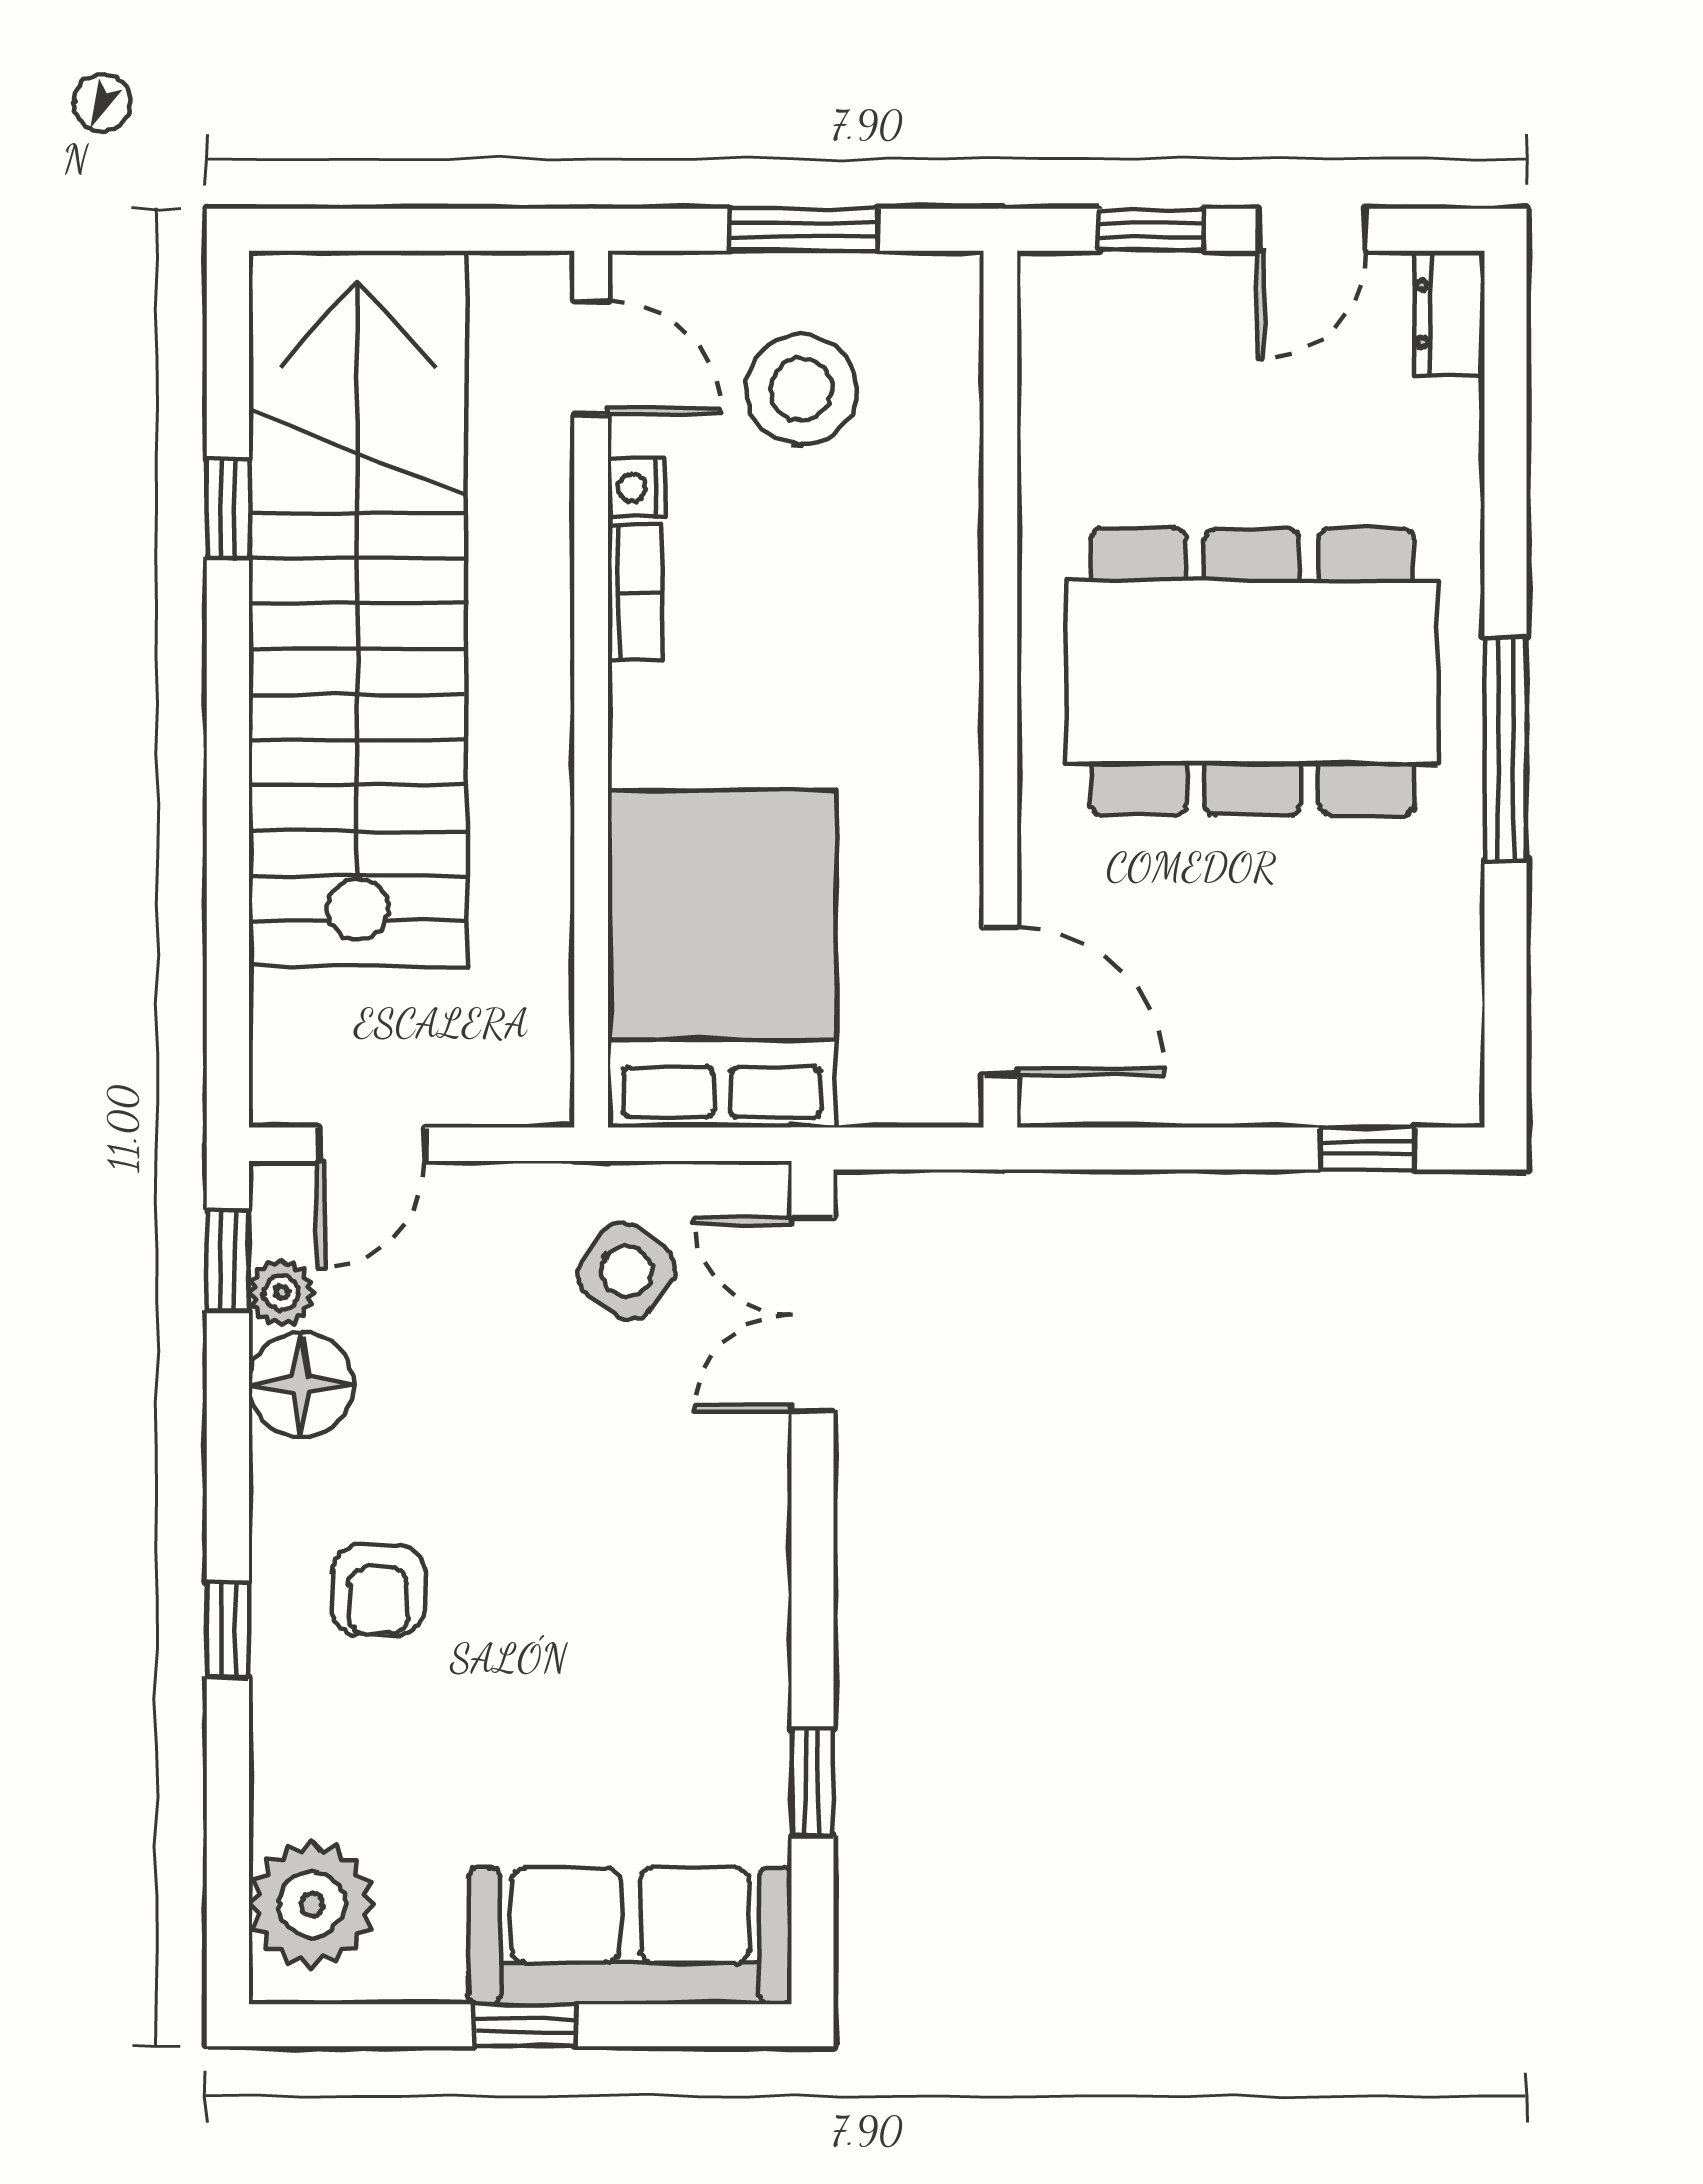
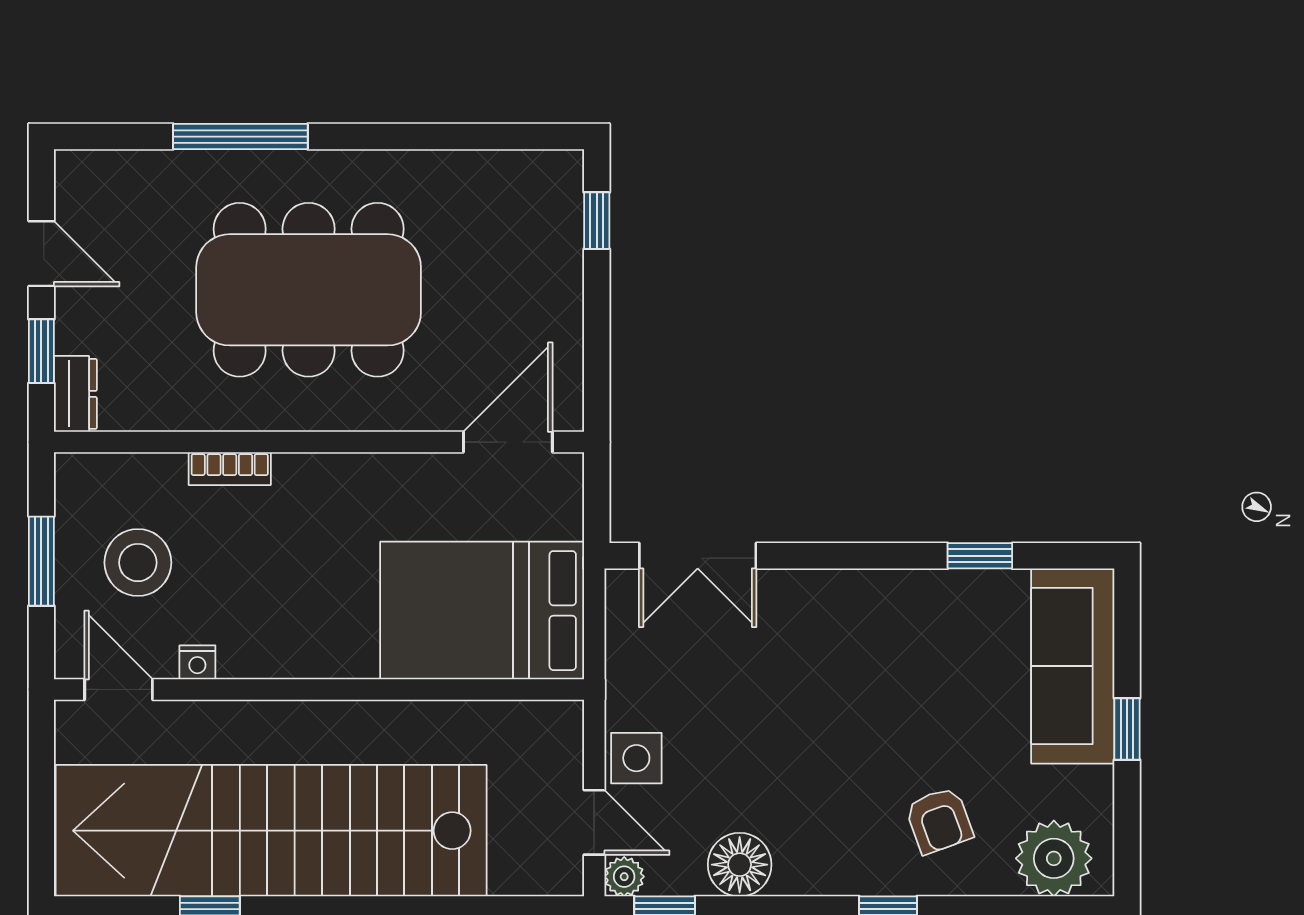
dresser: (1449, 314) -> (75, 394), moved, turned -90
door: (591, 358) -> (119, 689), hinge flipped
bookcase: (635, 592) -> (230, 469), moved, turned 180
dining table: (1252, 672) -> (309, 290), turned 90
window: (1506, 749) -> (240, 137), moved
side table: (626, 1271) -> (636, 758), moved, turned -35
plant: (282, 1293) -> (624, 877), moved
armchair: (378, 1590) -> (939, 820), moved, turned 70

